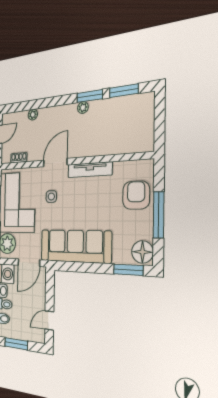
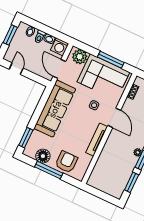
armchair: (136, 195) -> (66, 162), turned -90
floor lamp: (142, 252) -> (43, 156), moved

